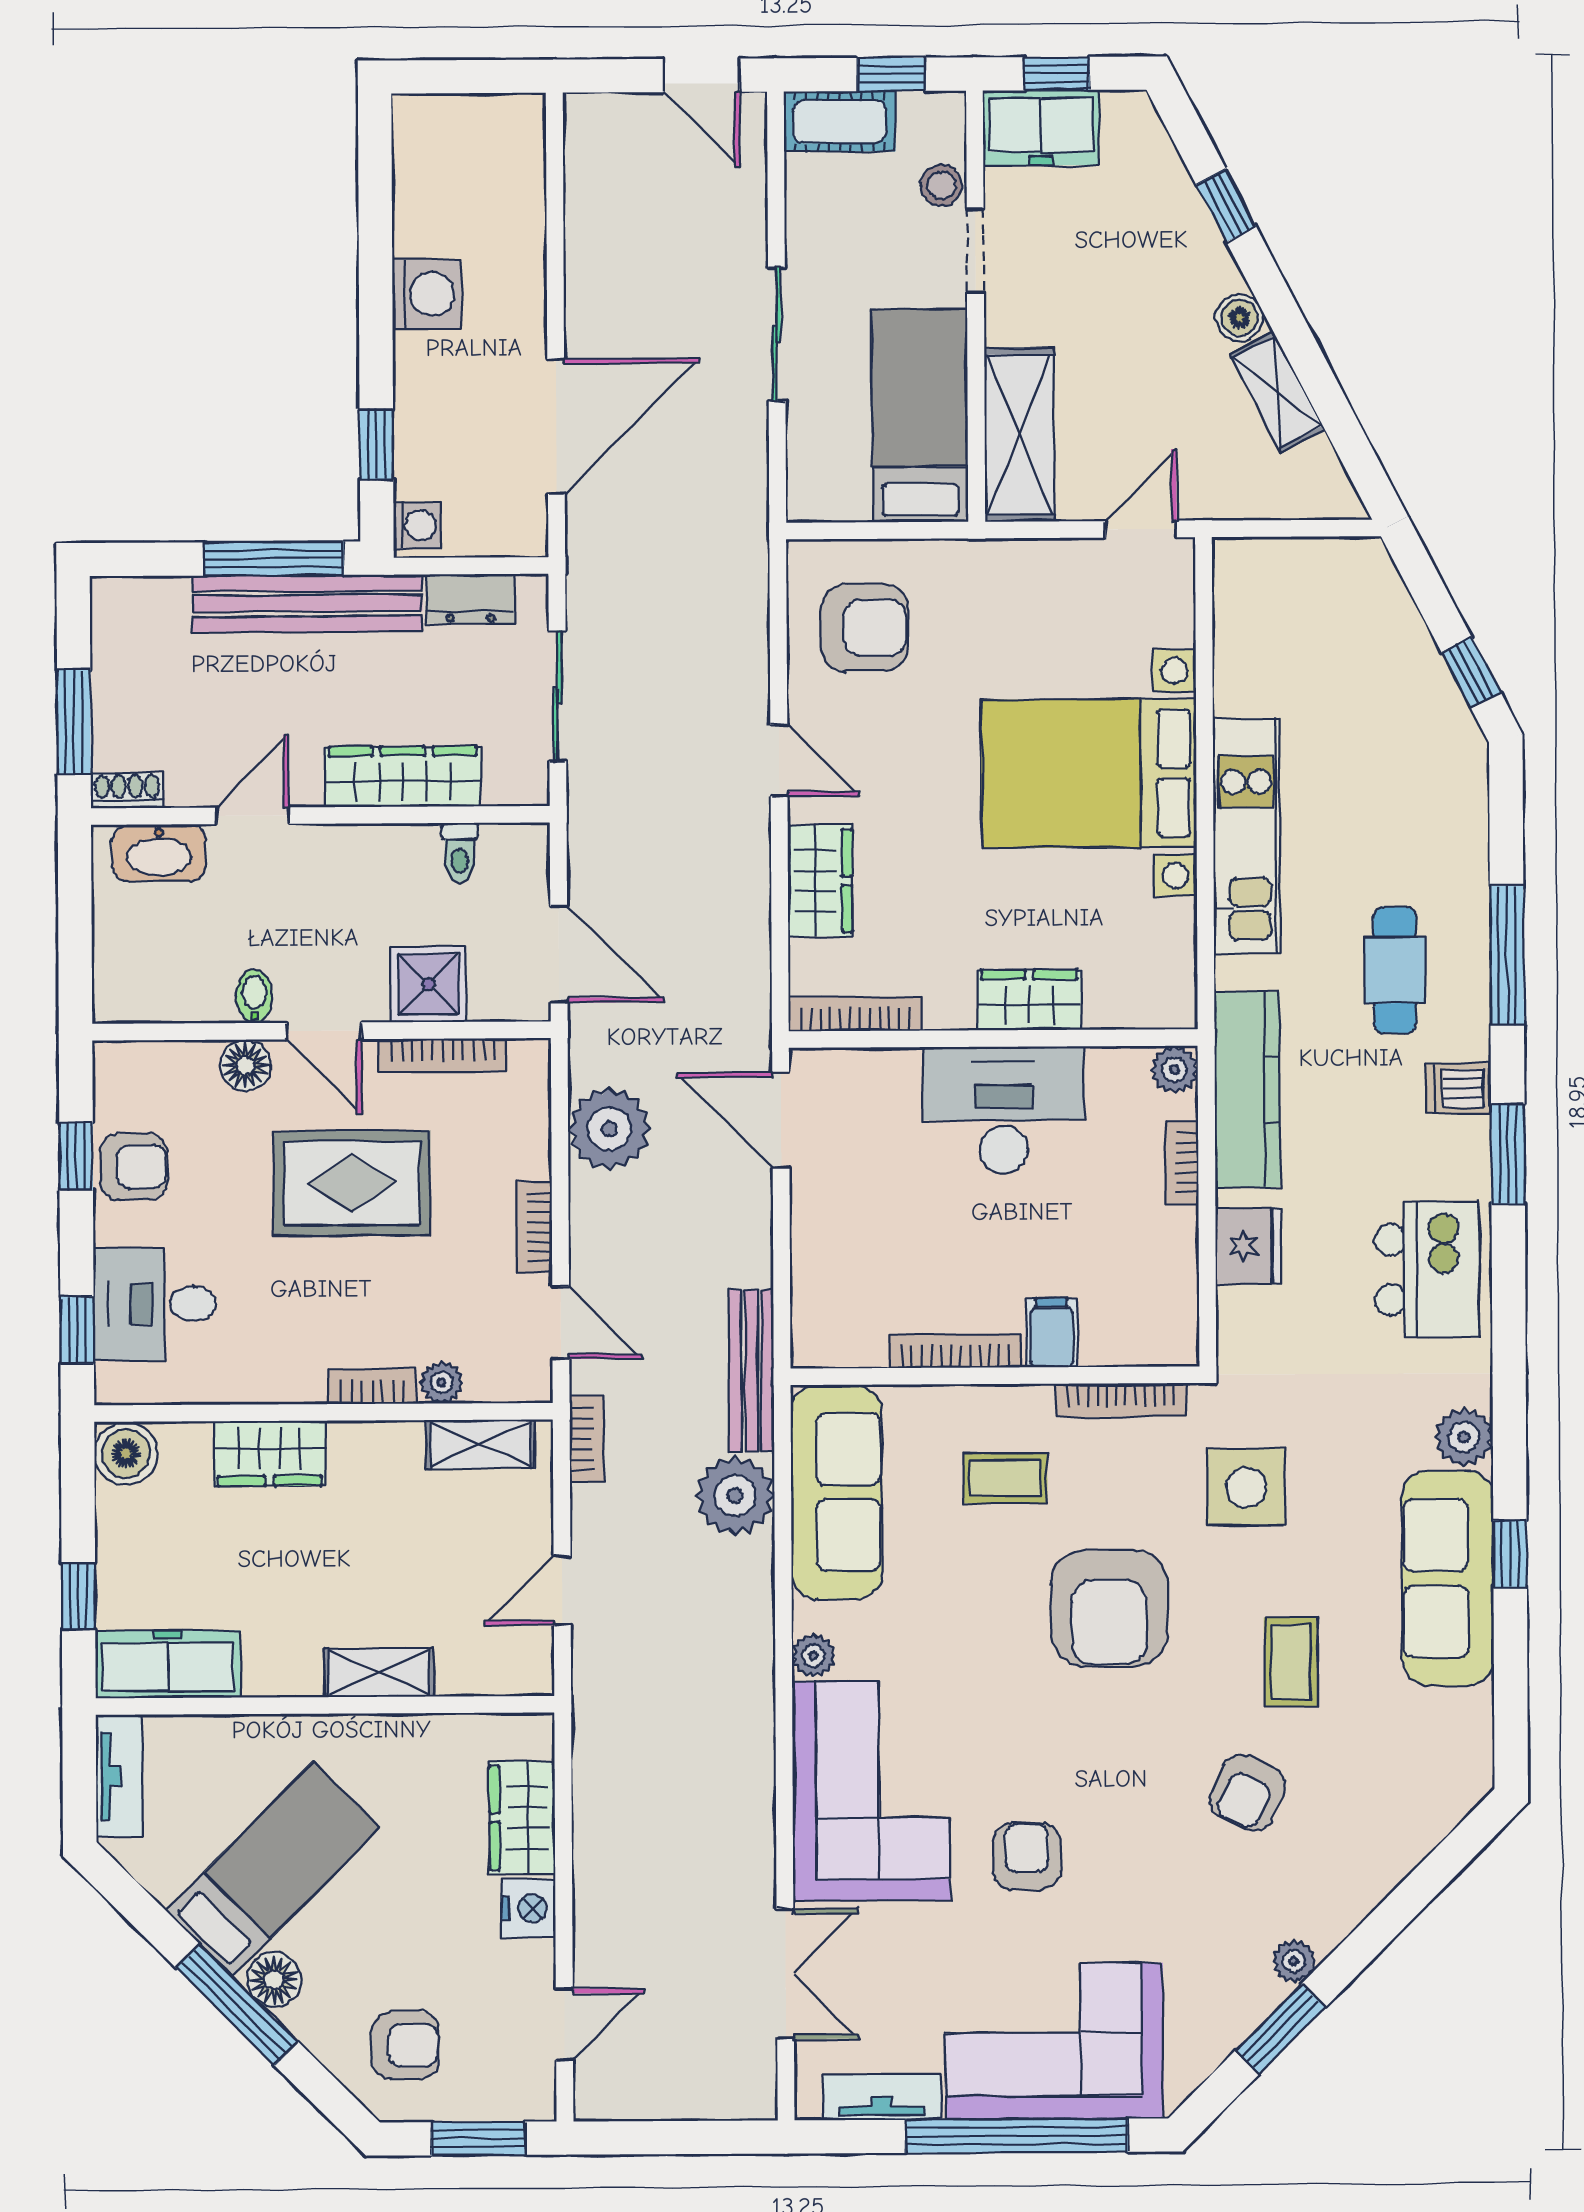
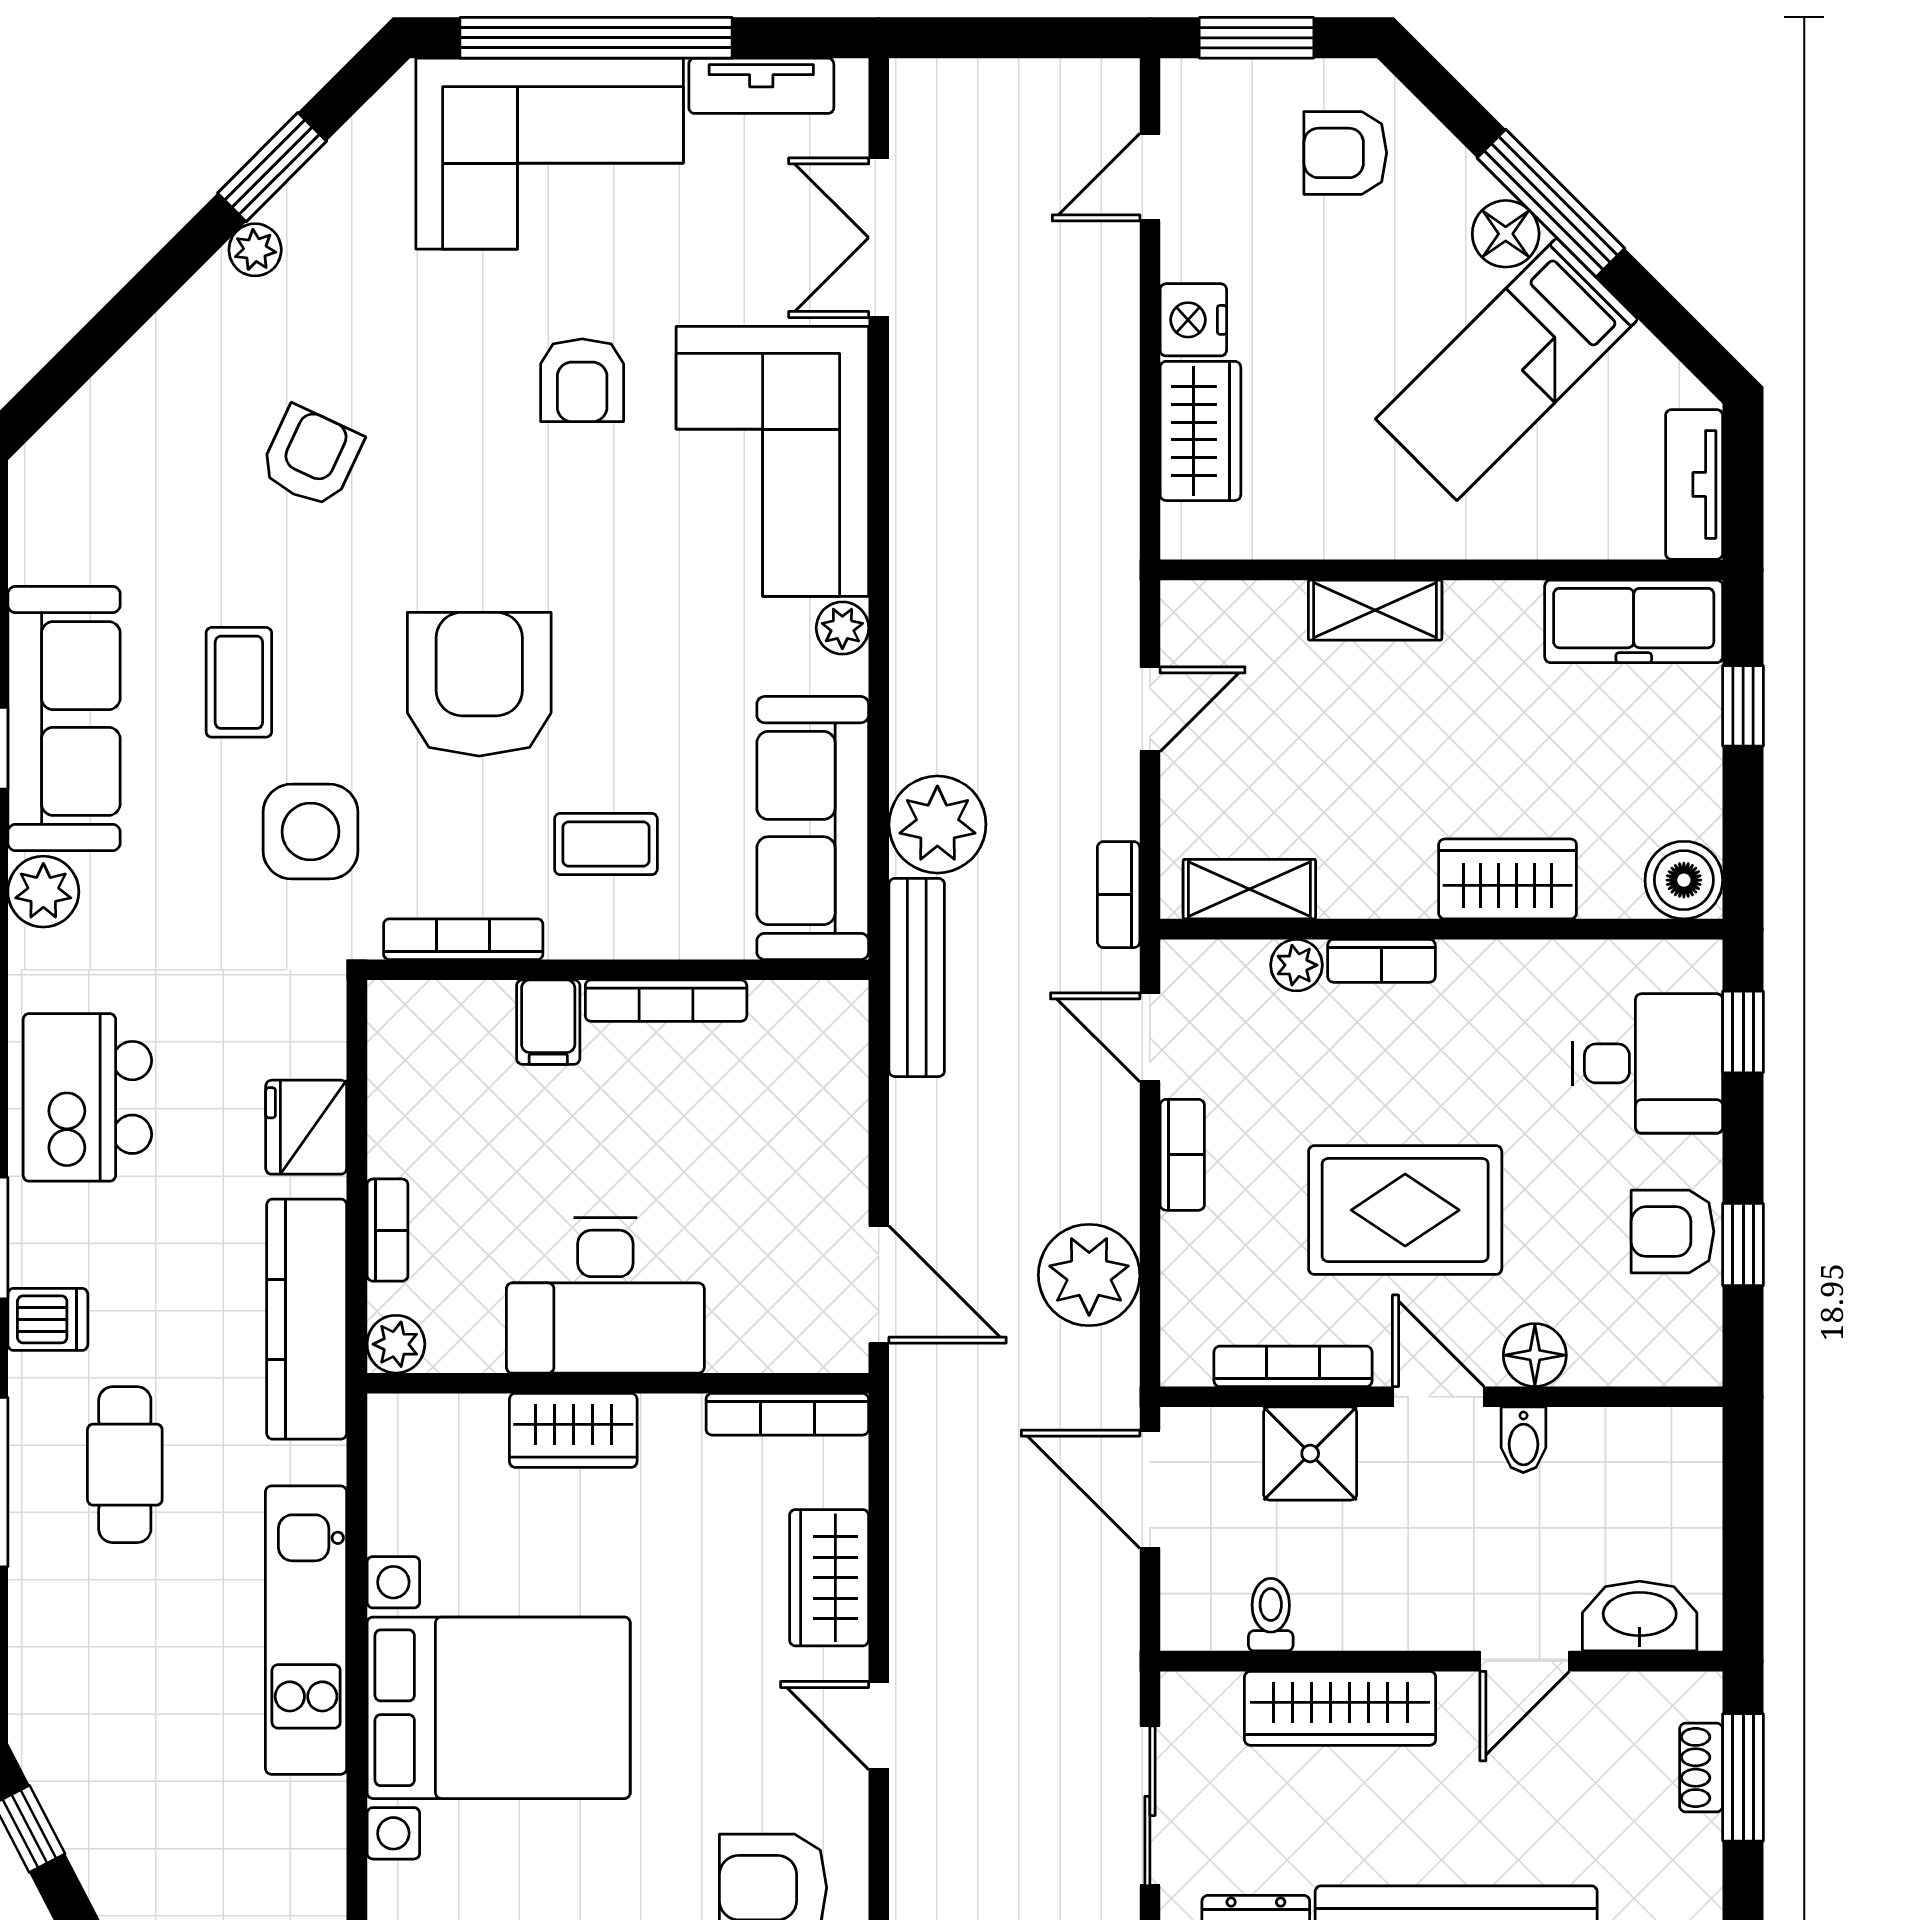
shoe rack: (127, 791) -> (1701, 1768), moved, turned 90
coffee table: (1291, 1662) -> (239, 682), moved

